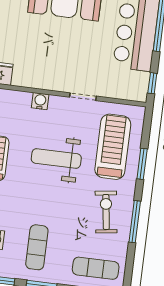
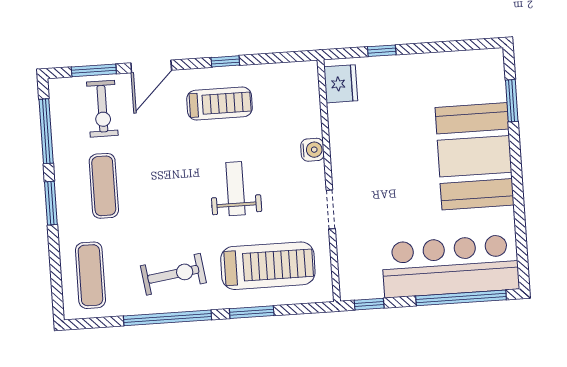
weight bench: (56, 158) -> (235, 189), width x0.73, depth x0.75
window: (135, 222) -> (168, 318), width x1.46
exercise mat: (37, 247) -> (104, 186), turned 90

